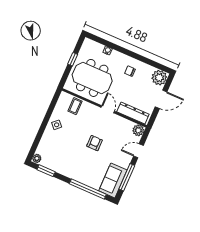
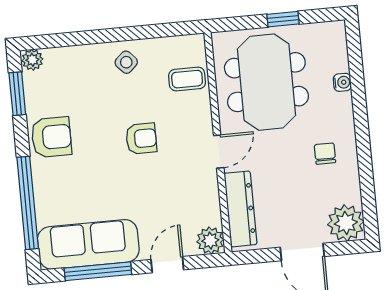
armchair: (95, 143) -> (141, 139), moved
door: (138, 151) -> (167, 265), hinge flipped
armchair: (69, 167) -> (51, 137), added
sofa: (113, 180) -> (88, 244), width x1.36

